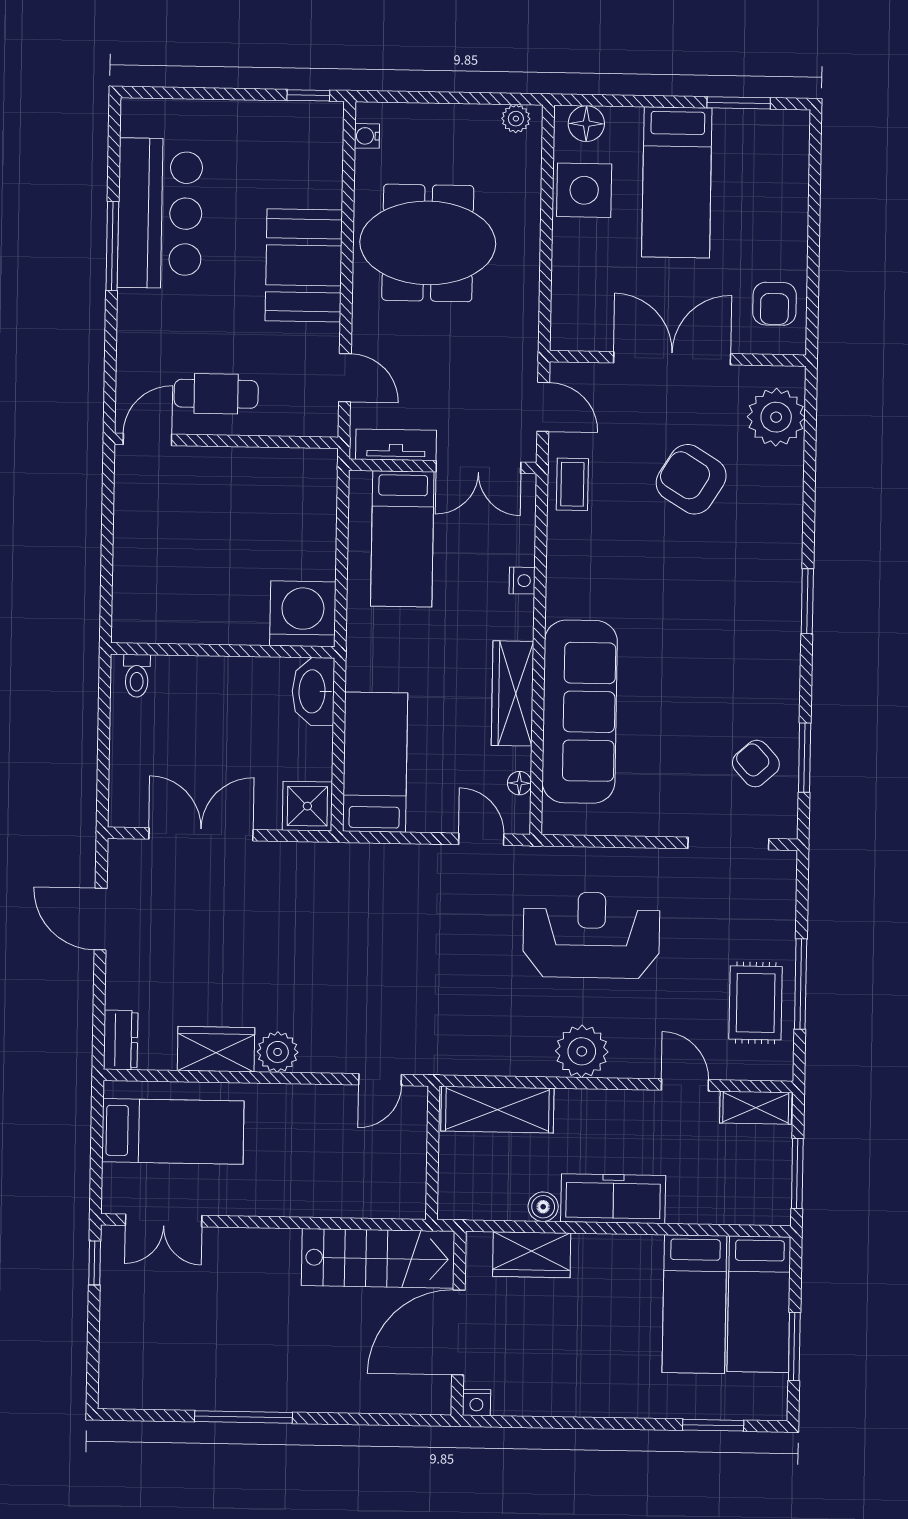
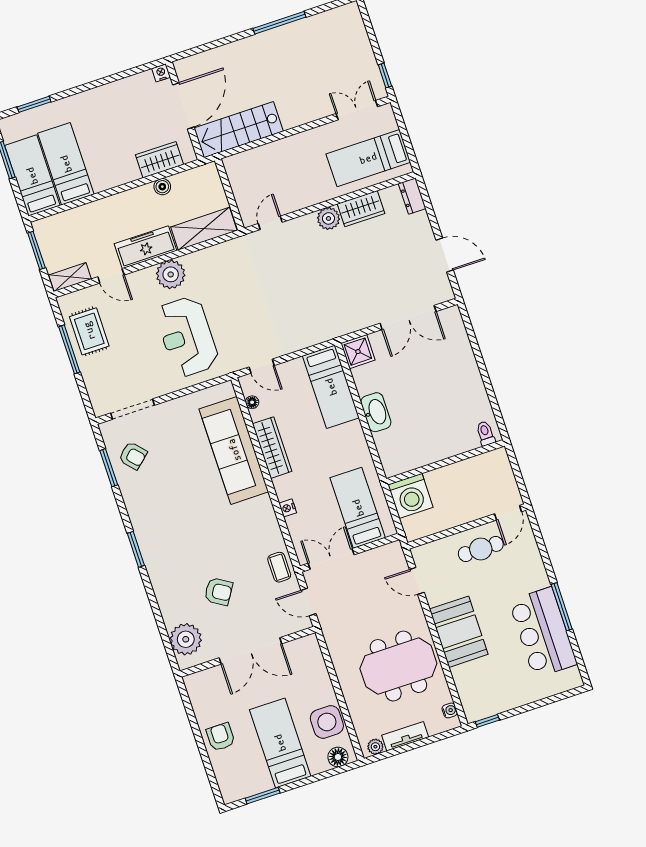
armchair: (775, 304) -> (221, 737), moved
tv unit: (396, 445) -> (405, 736), moved, turned 180
armchair: (691, 479) -> (218, 591), width x0.72, depth x0.72
washing machine: (303, 614) -> (411, 496), moved
wall: (223, 650) -> (445, 462), moved
toilet: (137, 676) -> (485, 433), moved
reception desk: (591, 935) -> (187, 337), turned 90
freezer: (613, 1199) -> (145, 247), moved, turned 180

